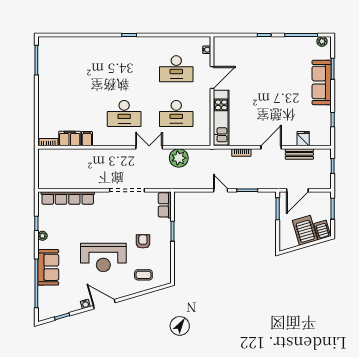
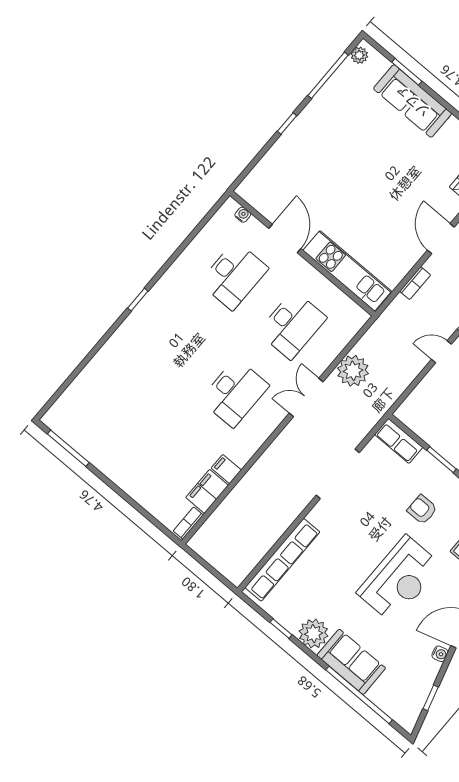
plant: (42, 236) -> (314, 634), width x1.88, depth x1.88

